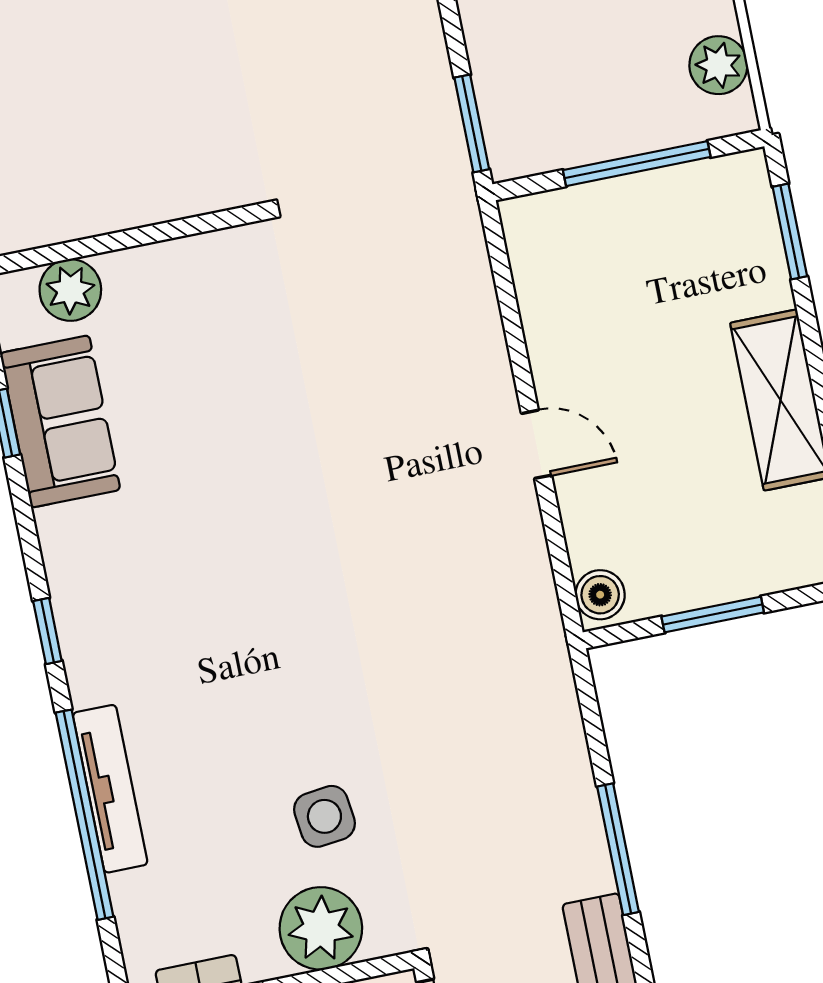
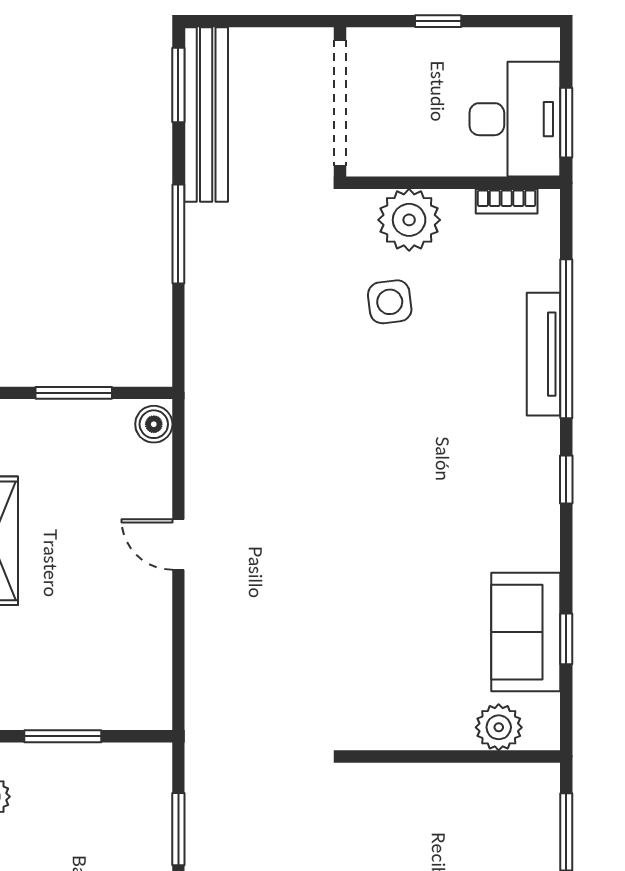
window: (472, 123) -> (178, 829), moved
window: (637, 164) -> (63, 736), width x0.69

